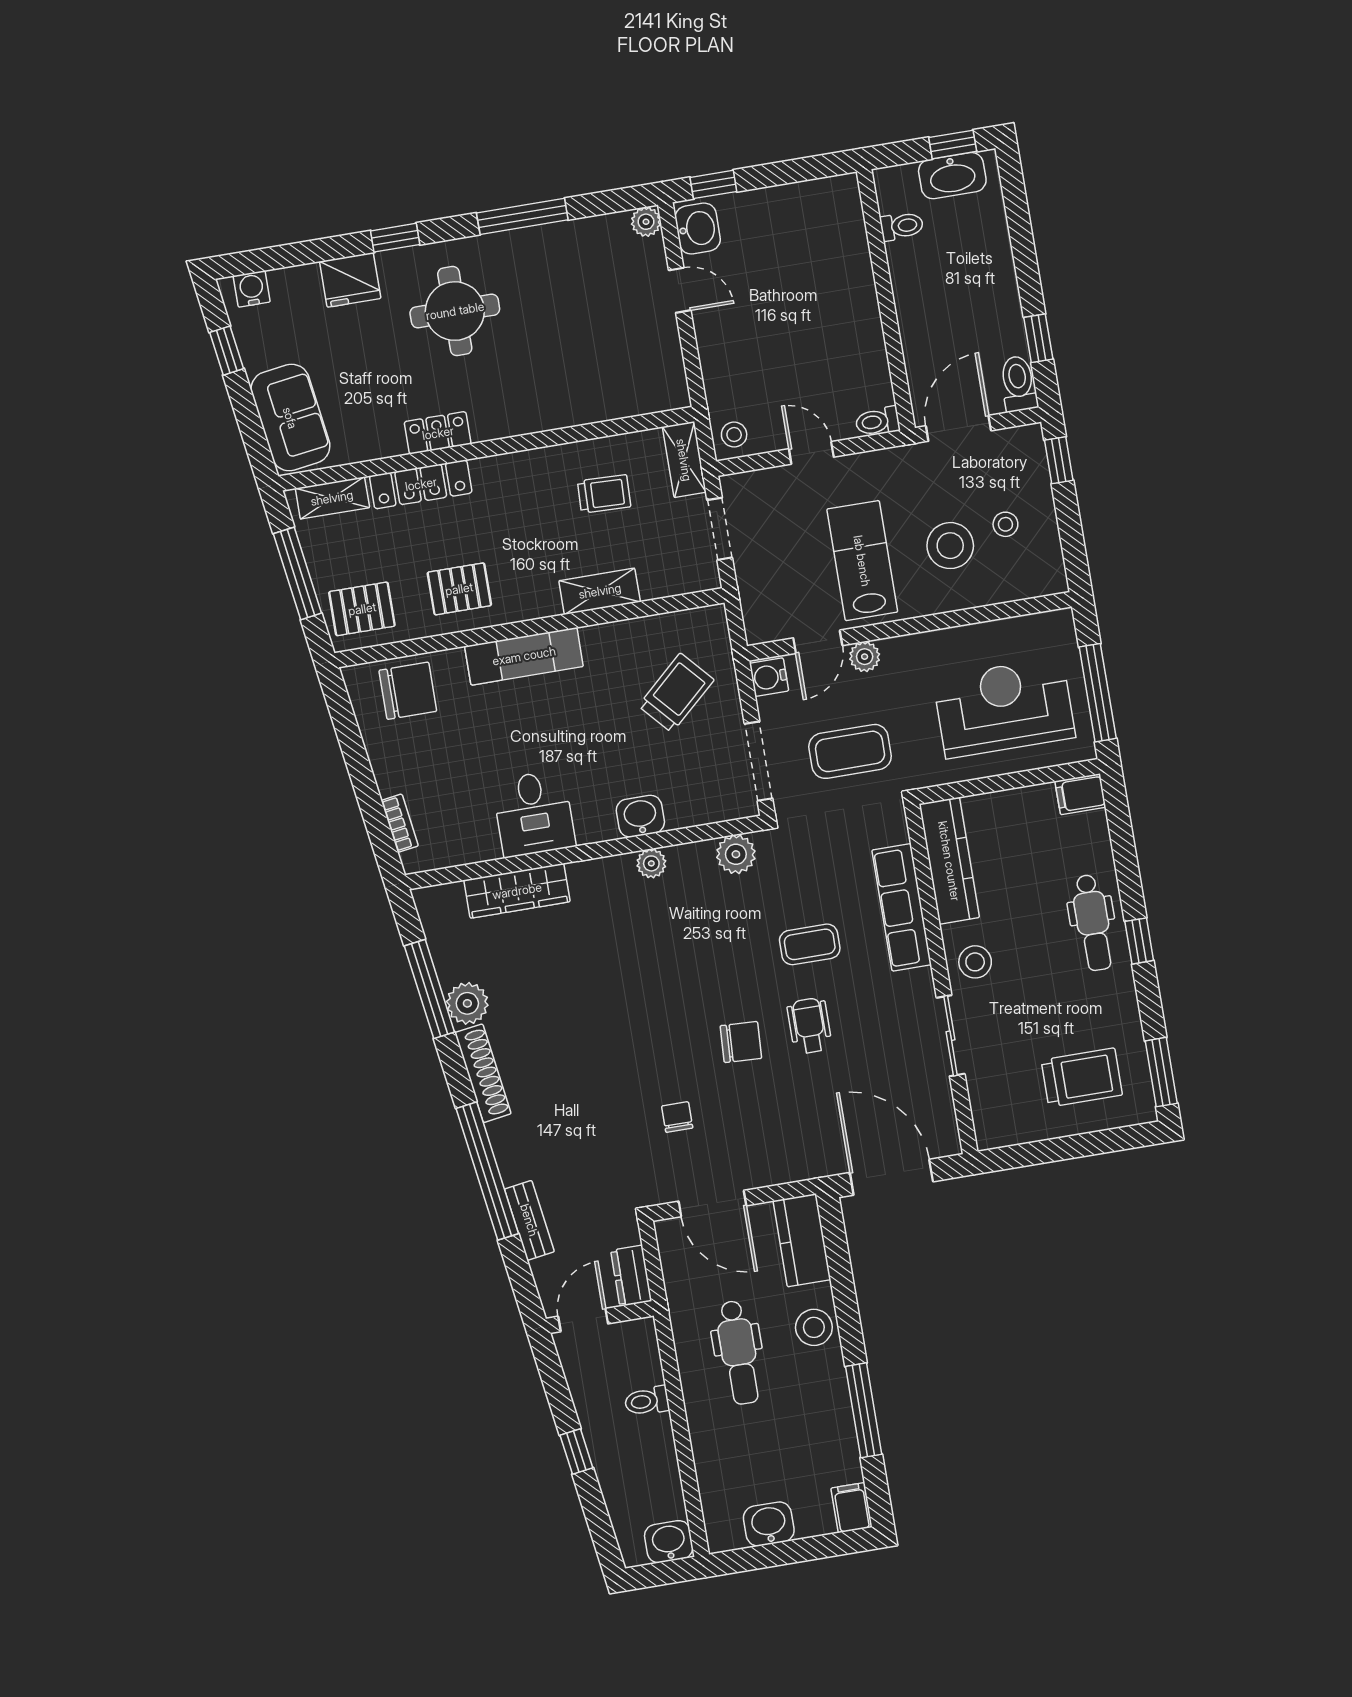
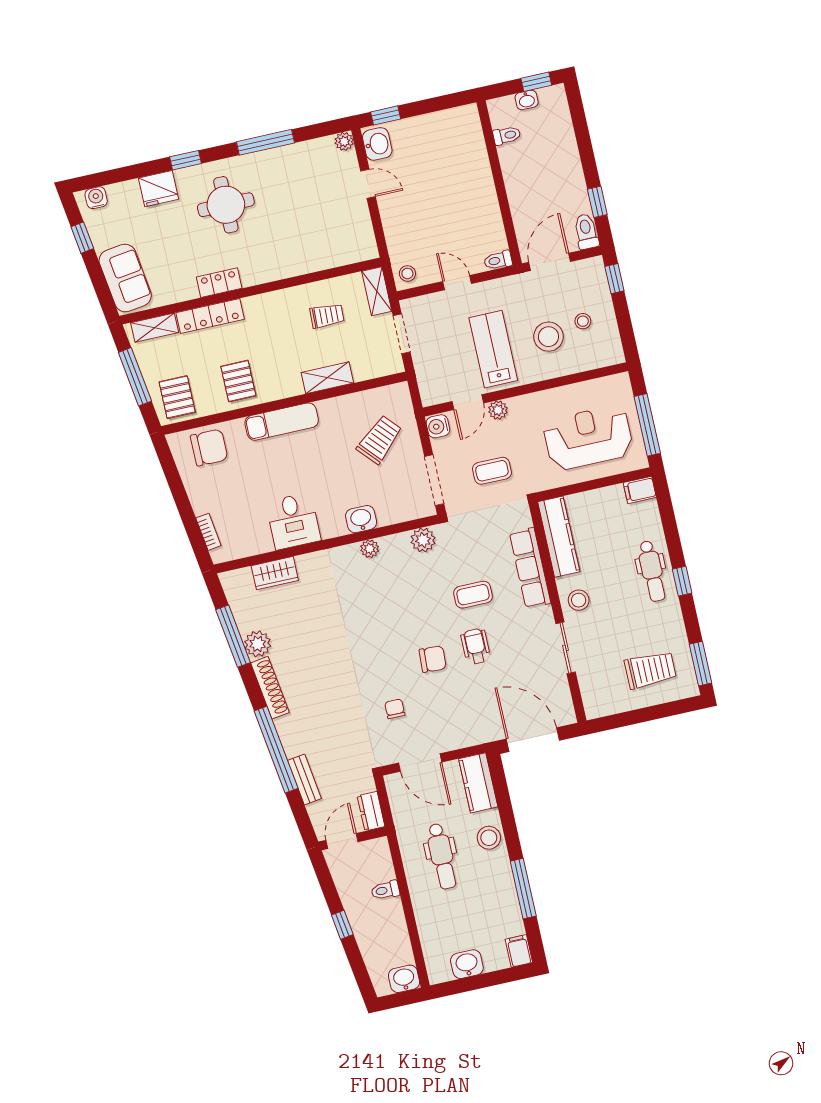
washbasin: (952, 176) -> (527, 100), width x0.52, depth x0.69
pallet: (459, 589) -> (238, 381), turned 90
pallet: (362, 609) -> (177, 397), turned 90
coffee table: (850, 751) -> (492, 471), width x0.73, depth x0.77
wardrobe: (517, 891) -> (275, 573), width x0.67

